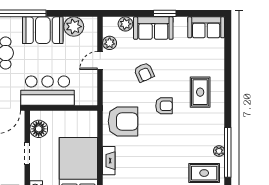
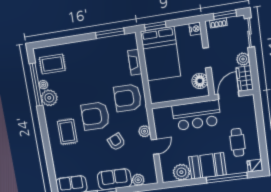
plant: (110, 43) -> (144, 131), moved
armchair: (164, 106) -> (95, 116), width x1.88, depth x1.88
plant: (215, 135) -> (49, 98), added

